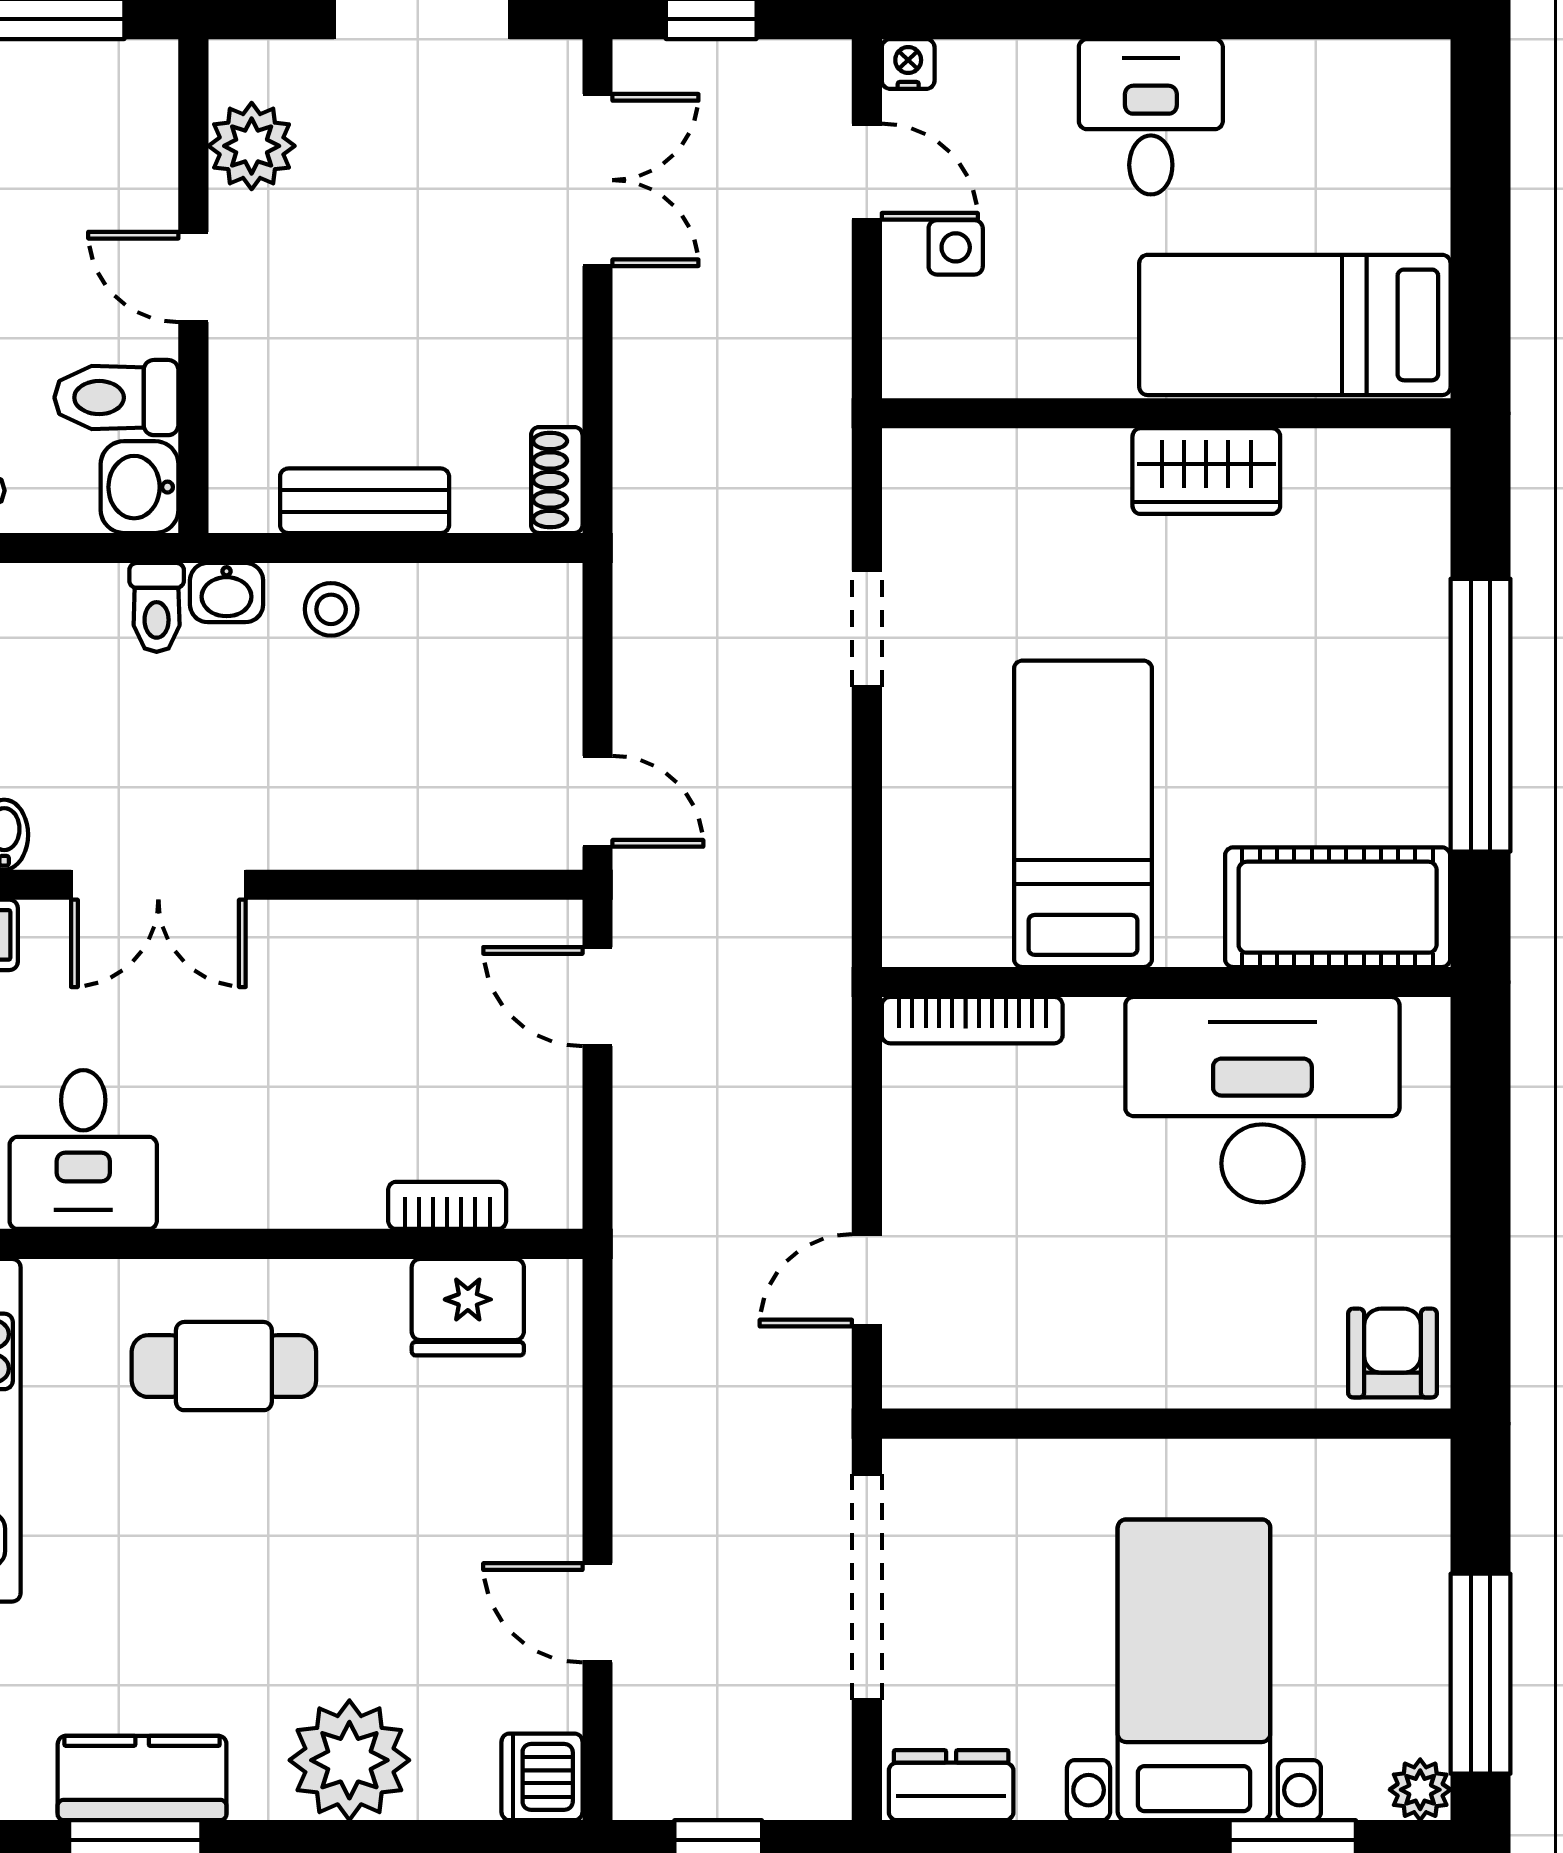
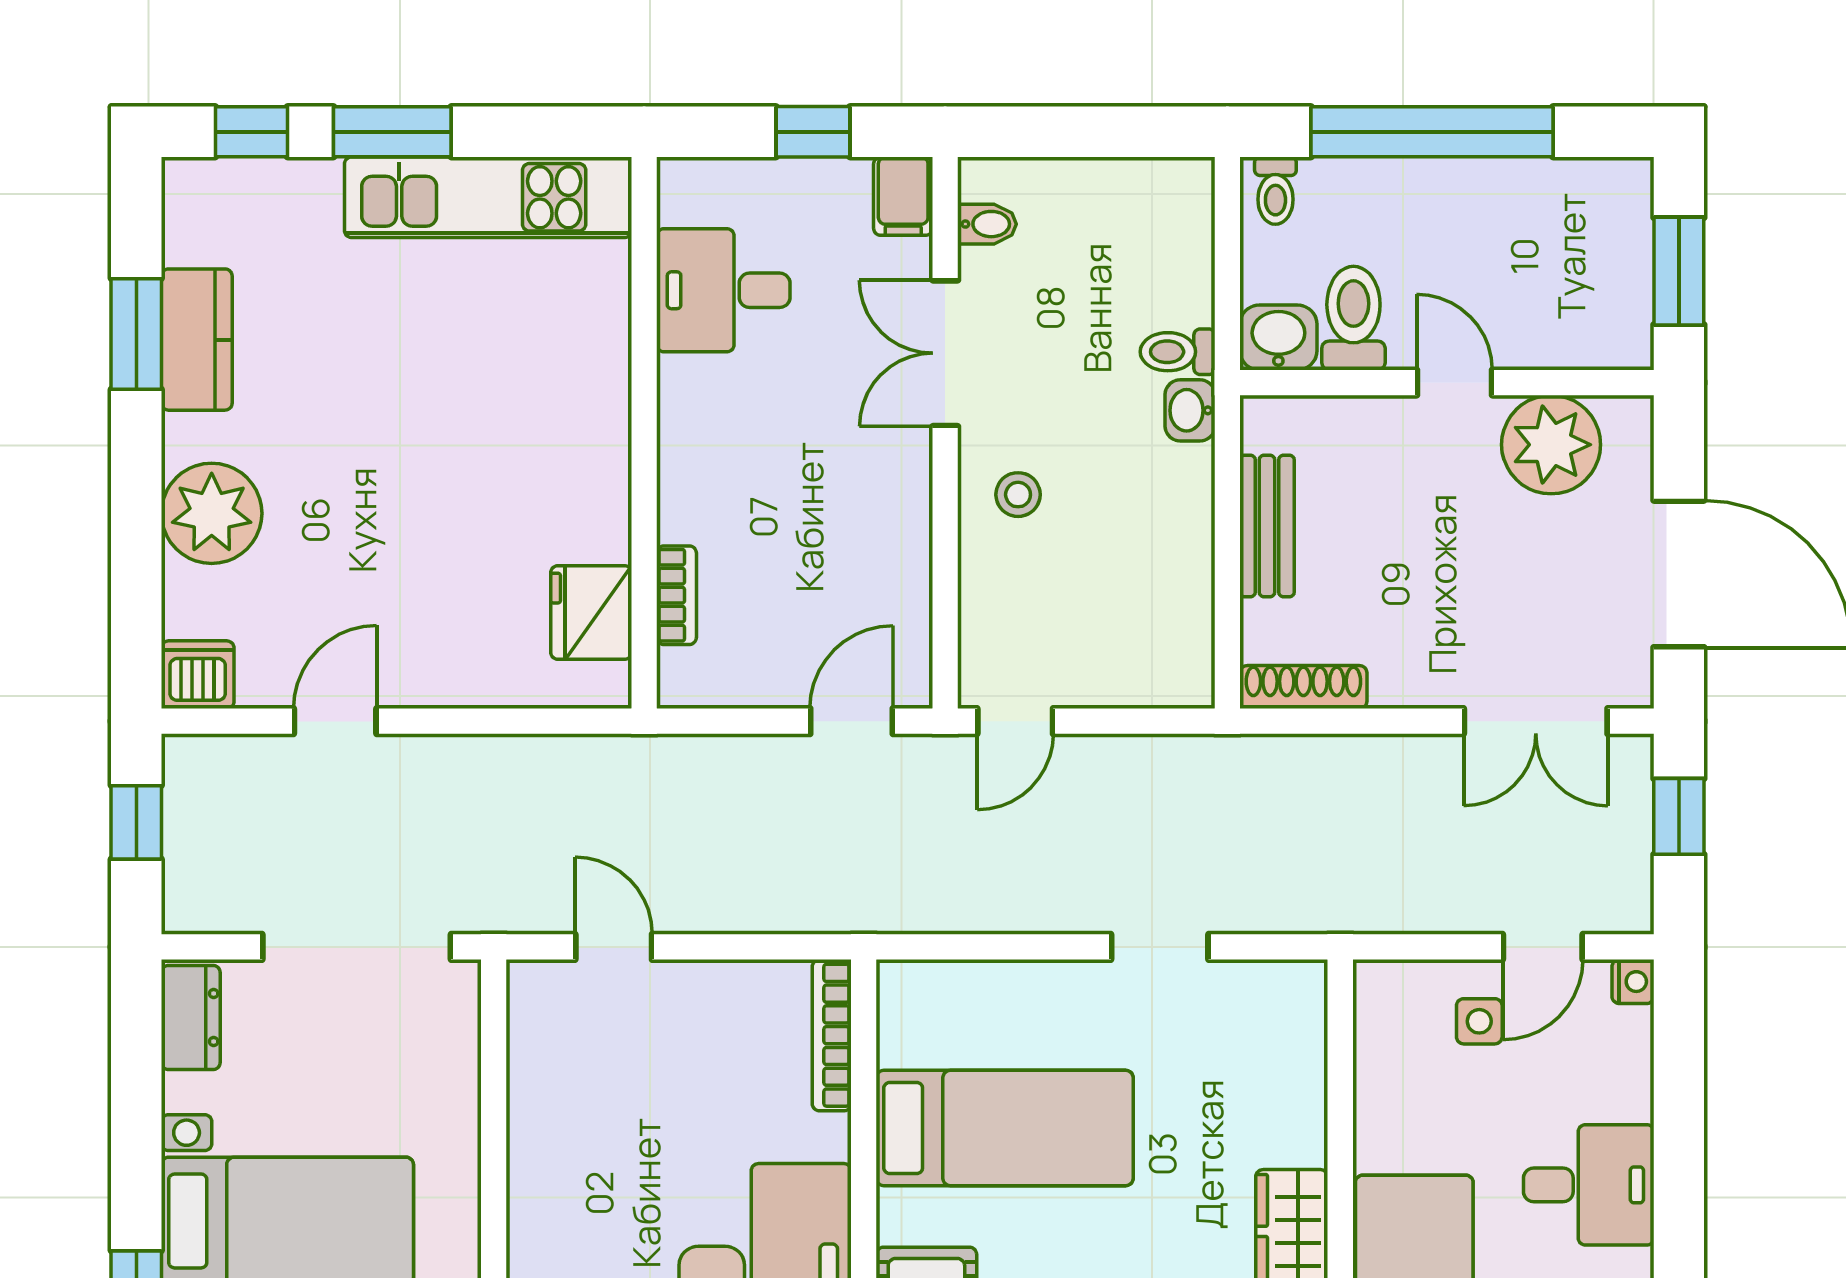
plant: (252, 146) -> (1551, 445), width x1.36, depth x1.36
door: (193, 277) -> (1455, 383), hinge flipped
shoe rack: (557, 480) -> (1303, 687), width x1.43
stool: (331, 609) -> (1018, 495), moved
cafe table: (224, 1366) -> (542, 408), removed

